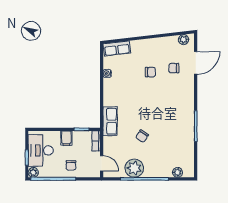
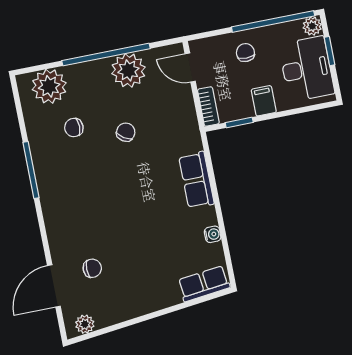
chair: (150, 72) -> (74, 128), moved
row of seats: (110, 121) -> (196, 180), moved
plant: (177, 172) -> (49, 86), width x1.88, depth x1.88

